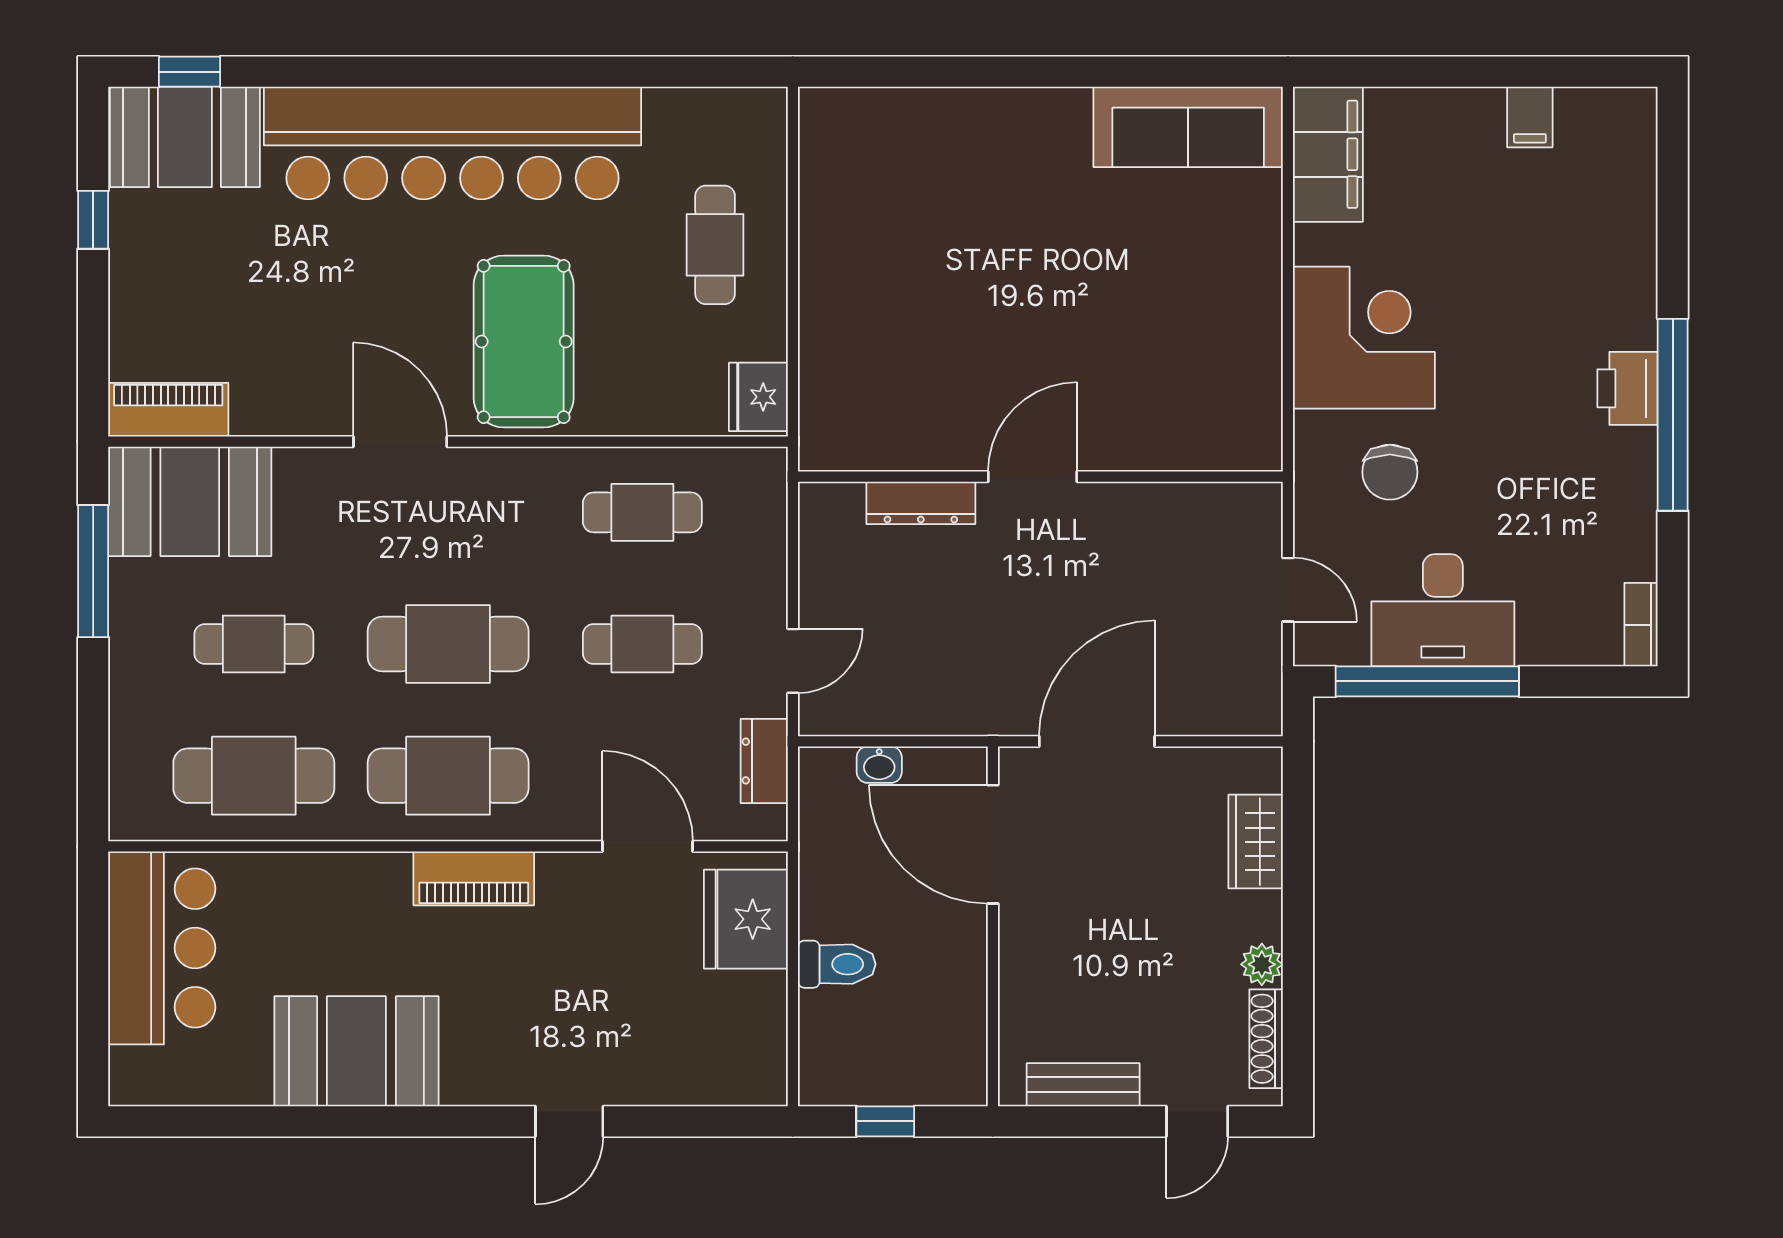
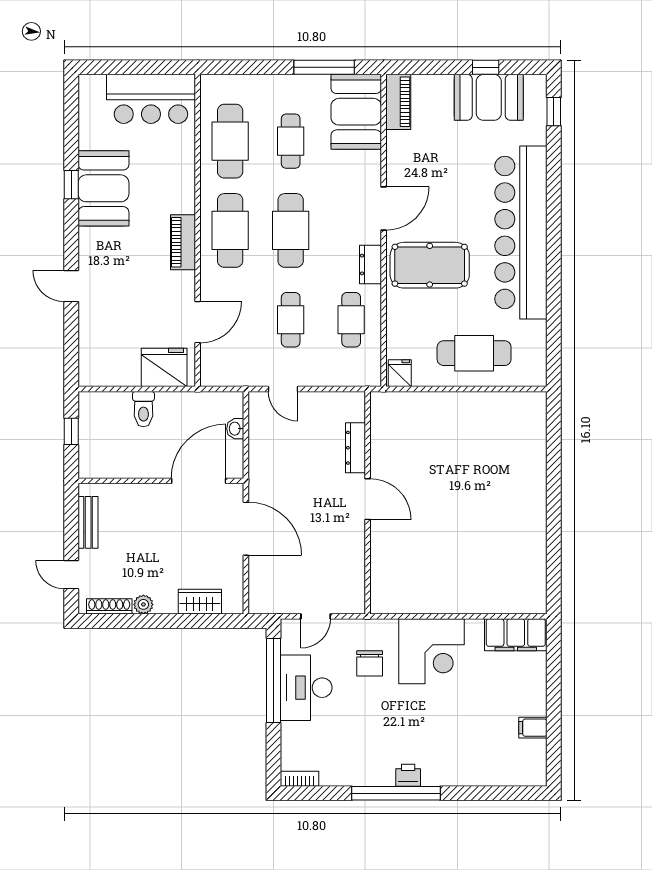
sofa: (1188, 127) -> (528, 571), removed
booth: (185, 137) -> (489, 97), moved, turned 90
cafe table: (715, 245) -> (474, 353), width x1.37, depth x1.35
printer: (1627, 388) -> (408, 775), width x0.73, depth x0.81
fridge: (758, 397) -> (400, 373), width x0.72
chair: (1390, 472) -> (370, 663), turned -90
dresser: (764, 761) -> (370, 264), moved, turned -90
window: (348, 1121) -> (71, 185), added

